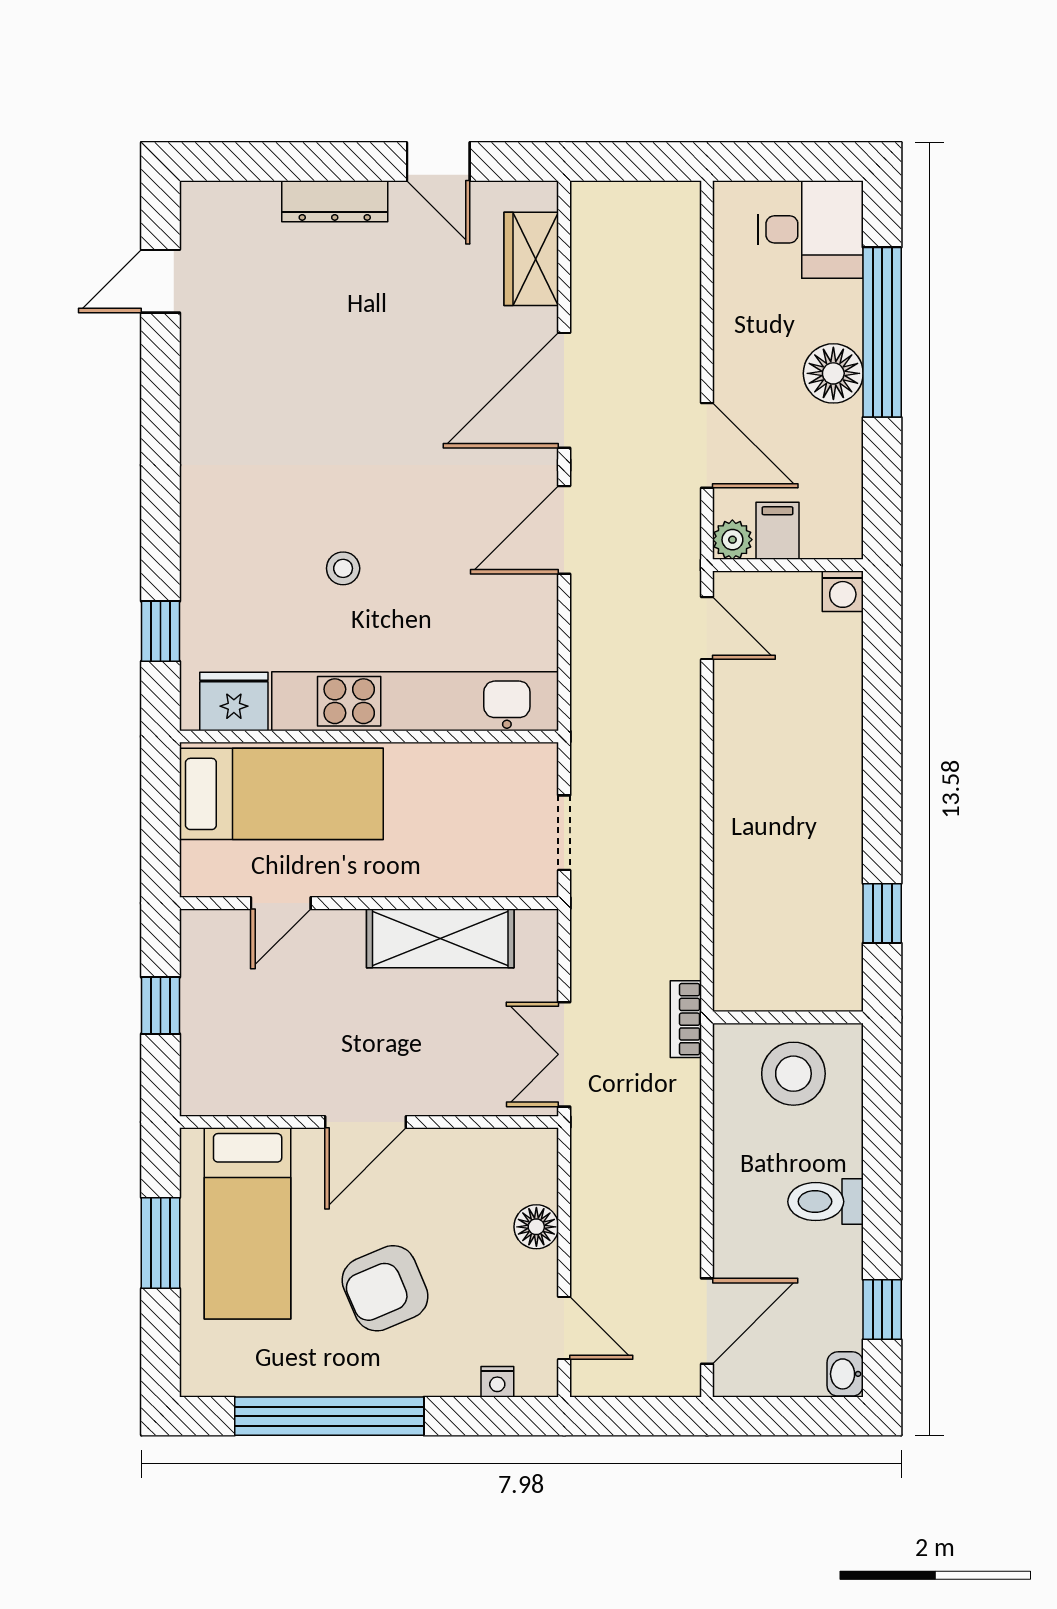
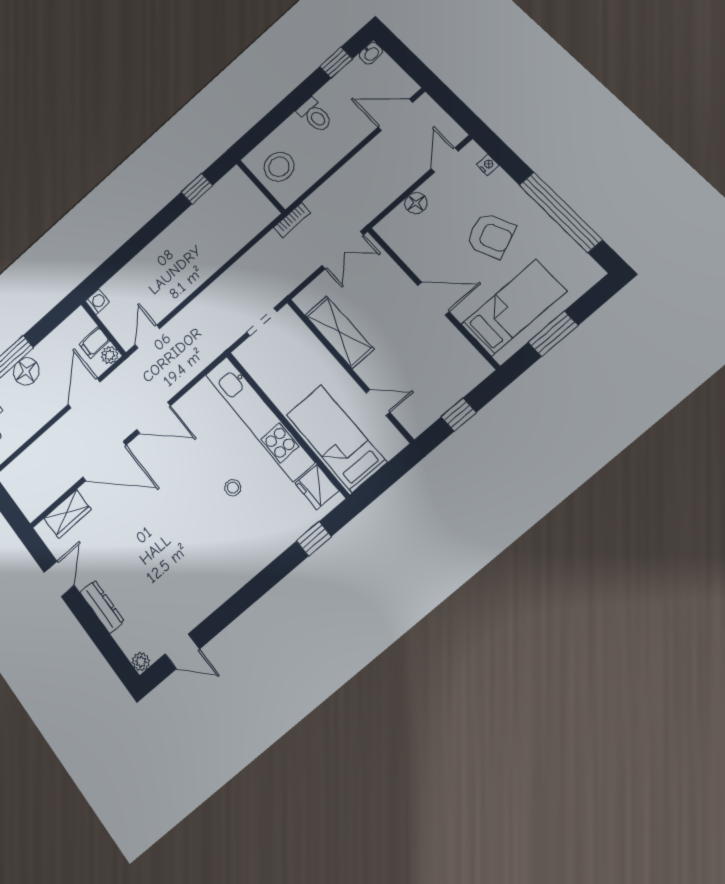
plant: (198, 199) -> (141, 662), added

